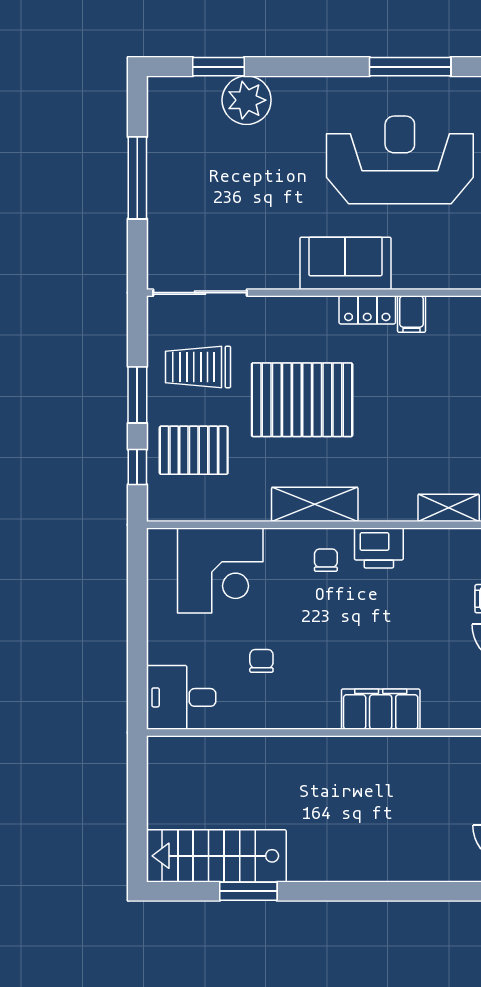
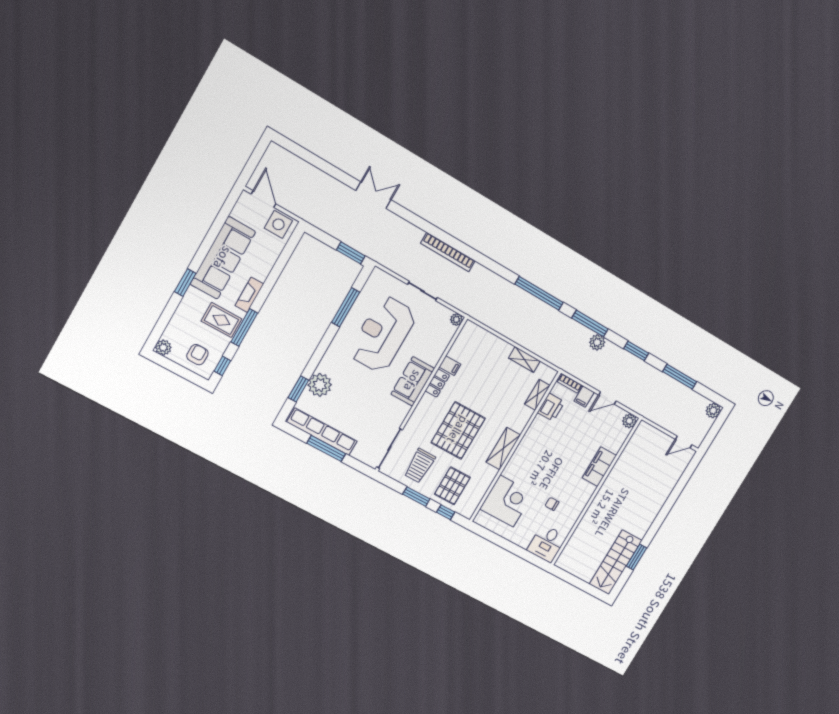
row of seats: (164, 152) -> (322, 432), added
printer: (379, 548) -> (551, 407), moved
chair: (326, 560) -> (528, 456), removed

